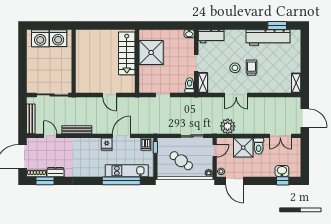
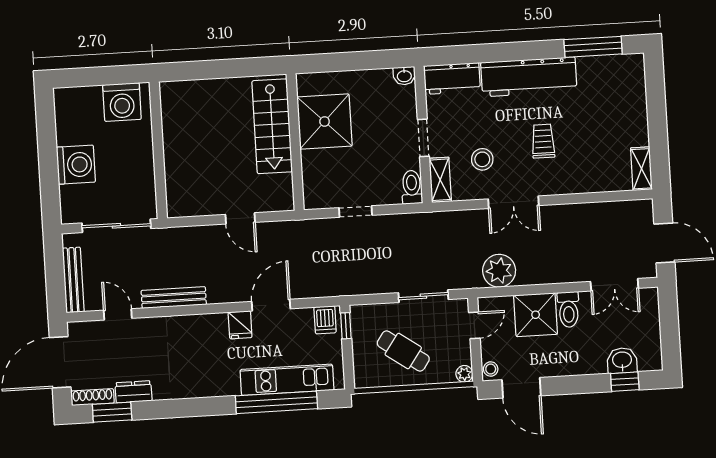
window: (277, 25) -> (593, 47), width x1.44
washing machine: (40, 38) -> (76, 165), moved, turned -90
workbench: (268, 38) -> (529, 77), moved
stool: (235, 68) -> (482, 159), moved

